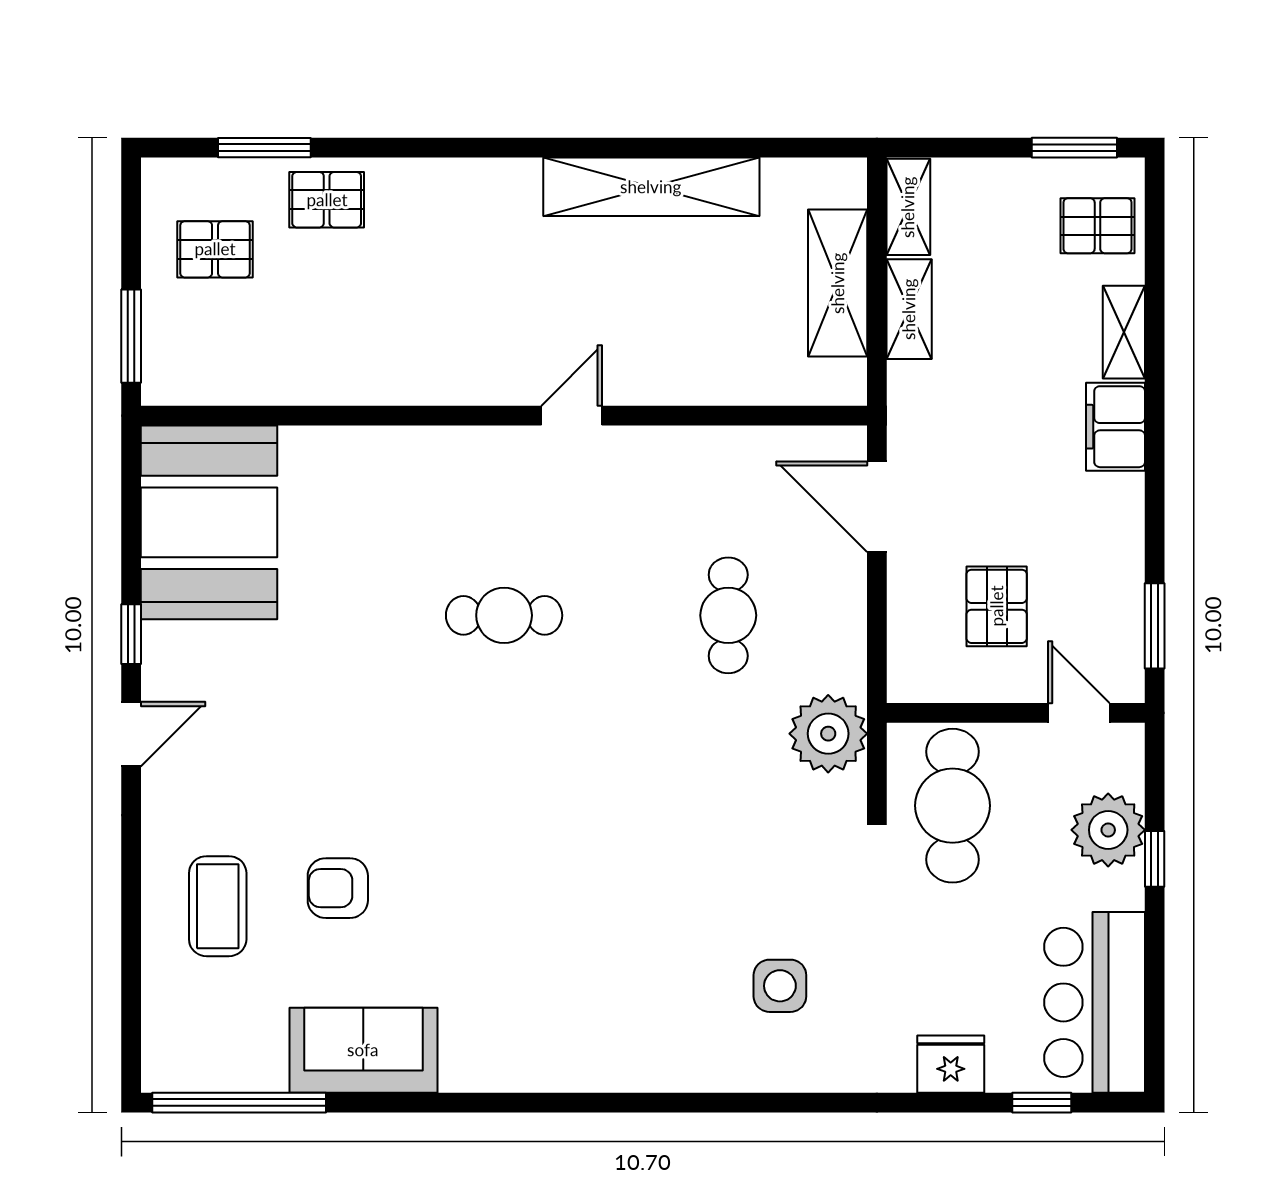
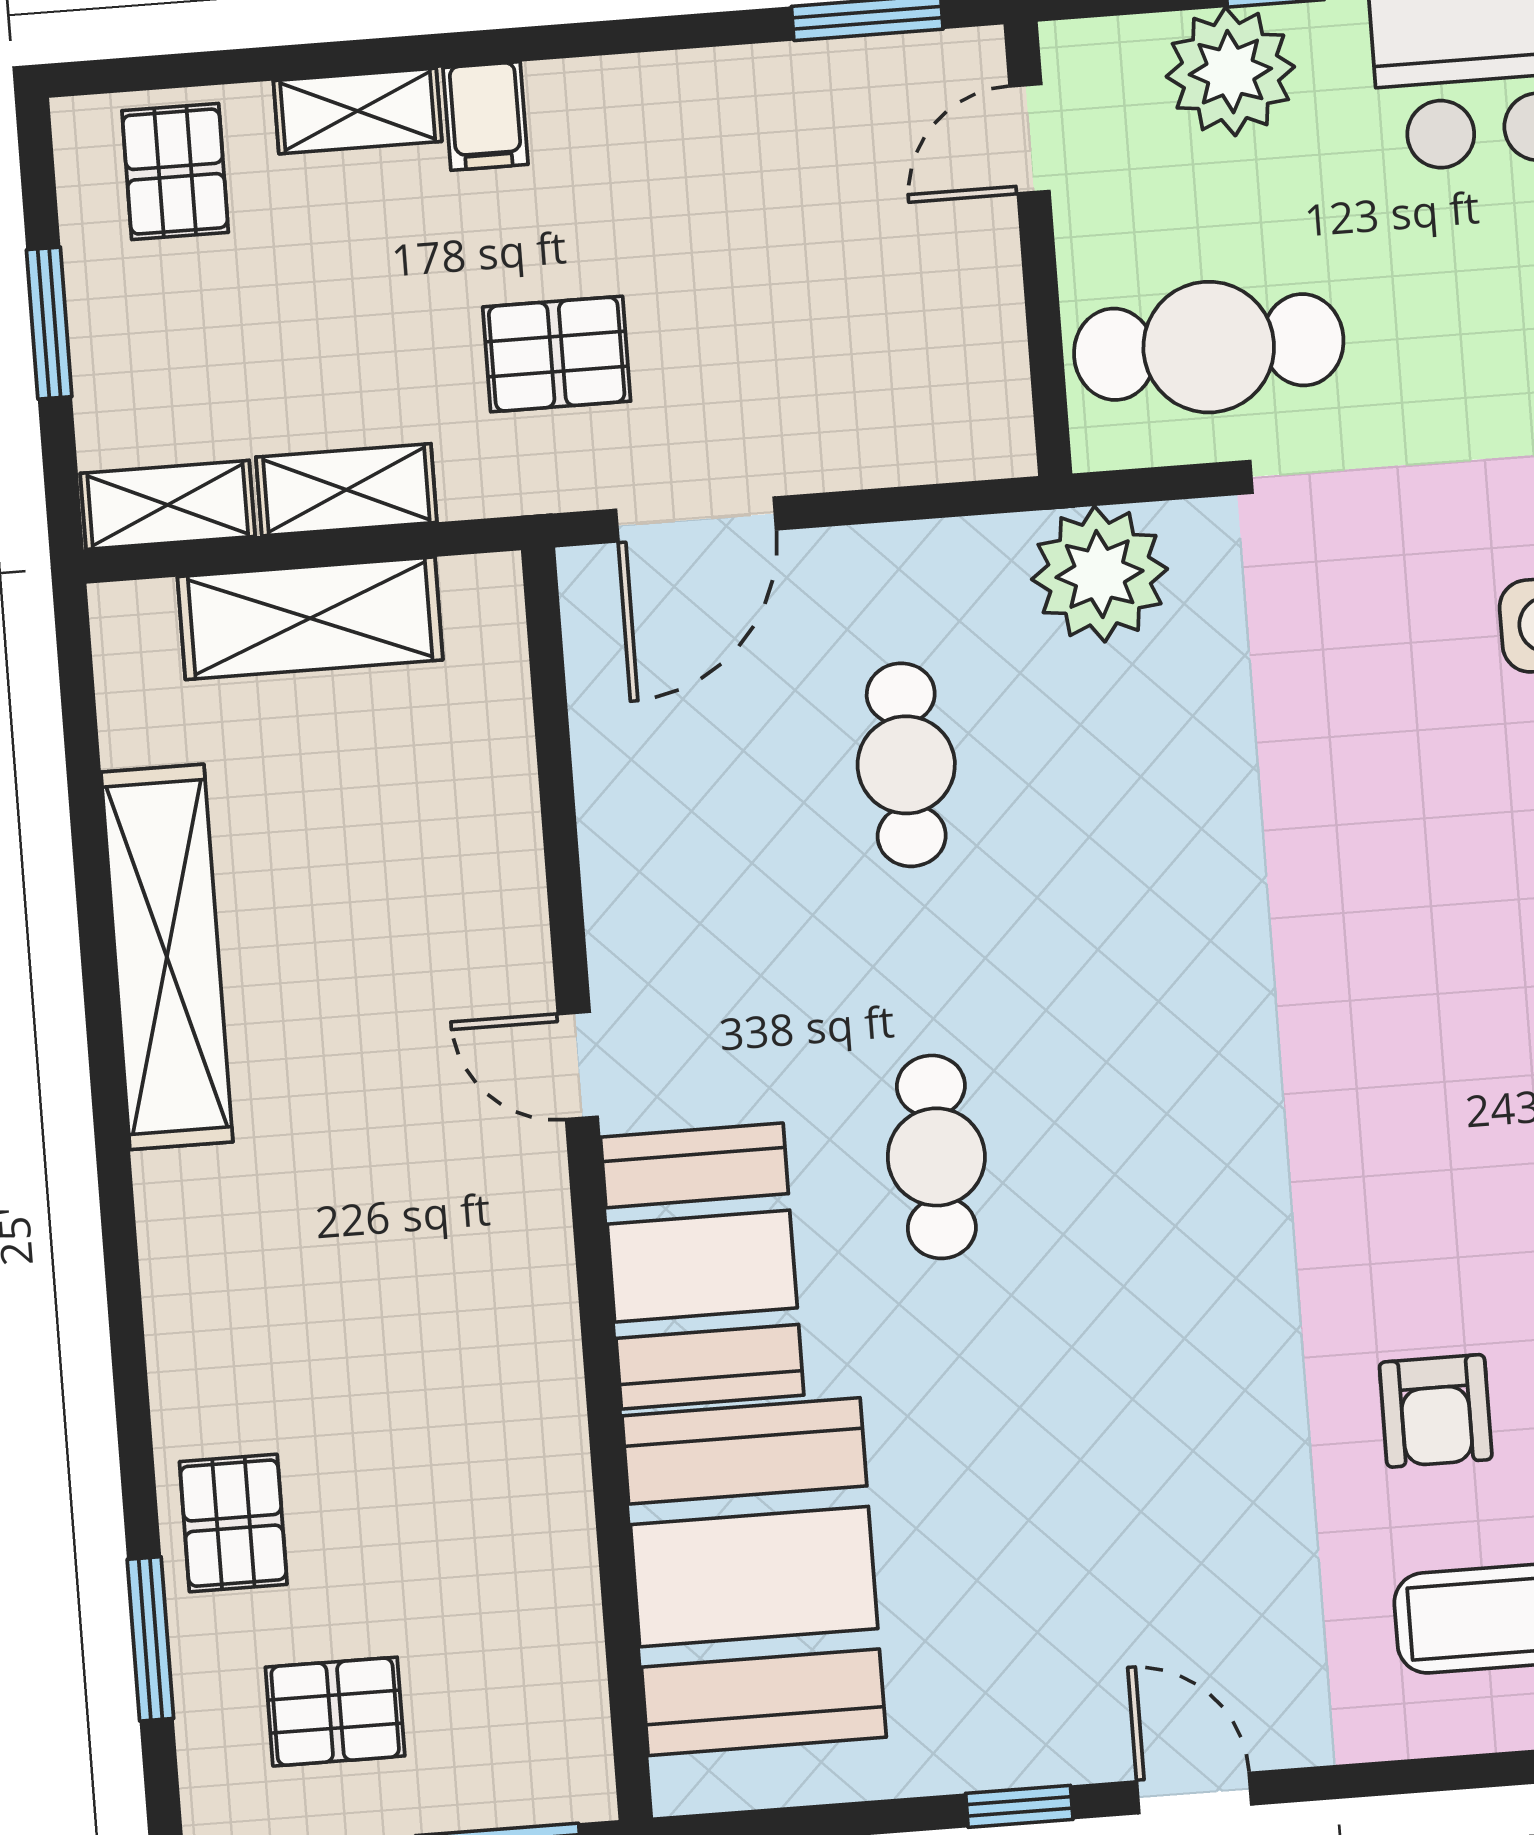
window: (1074, 148) -> (49, 323), moved
pallet: (215, 249) -> (335, 1712), turned 90
filing cabinet: (1115, 427) -> (486, 116), width x0.50
booth: (452, 477) -> (702, 1266), added
booth: (209, 522) -> (754, 1577), moved, turned 90
pallet: (997, 606) -> (557, 354), moved
cafe table: (728, 615) -> (906, 765), turned 90

